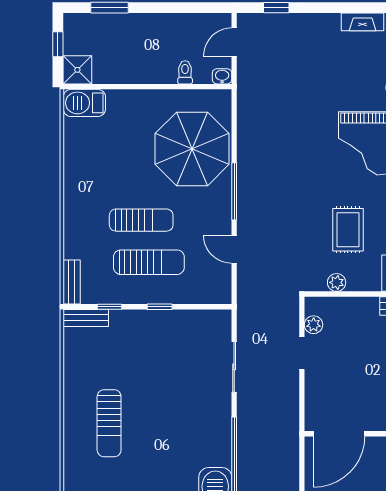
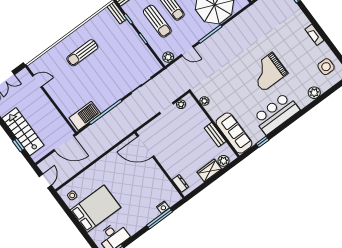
rug: (348, 230) -> (228, 90), removed
door: (234, 249) -> (187, 51), swing flipped
plant: (221, 288) -> (168, 57), added

